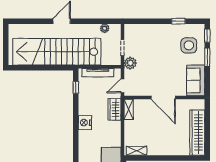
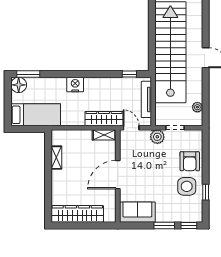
armchair: (151, 35) -> (190, 161), added
side table: (189, 45) -> (187, 186), moved
wardrobe: (115, 109) -> (104, 119), width x1.50
nightstand: (85, 123) -> (75, 85), moved
shelving: (136, 151) -> (56, 158), moved

